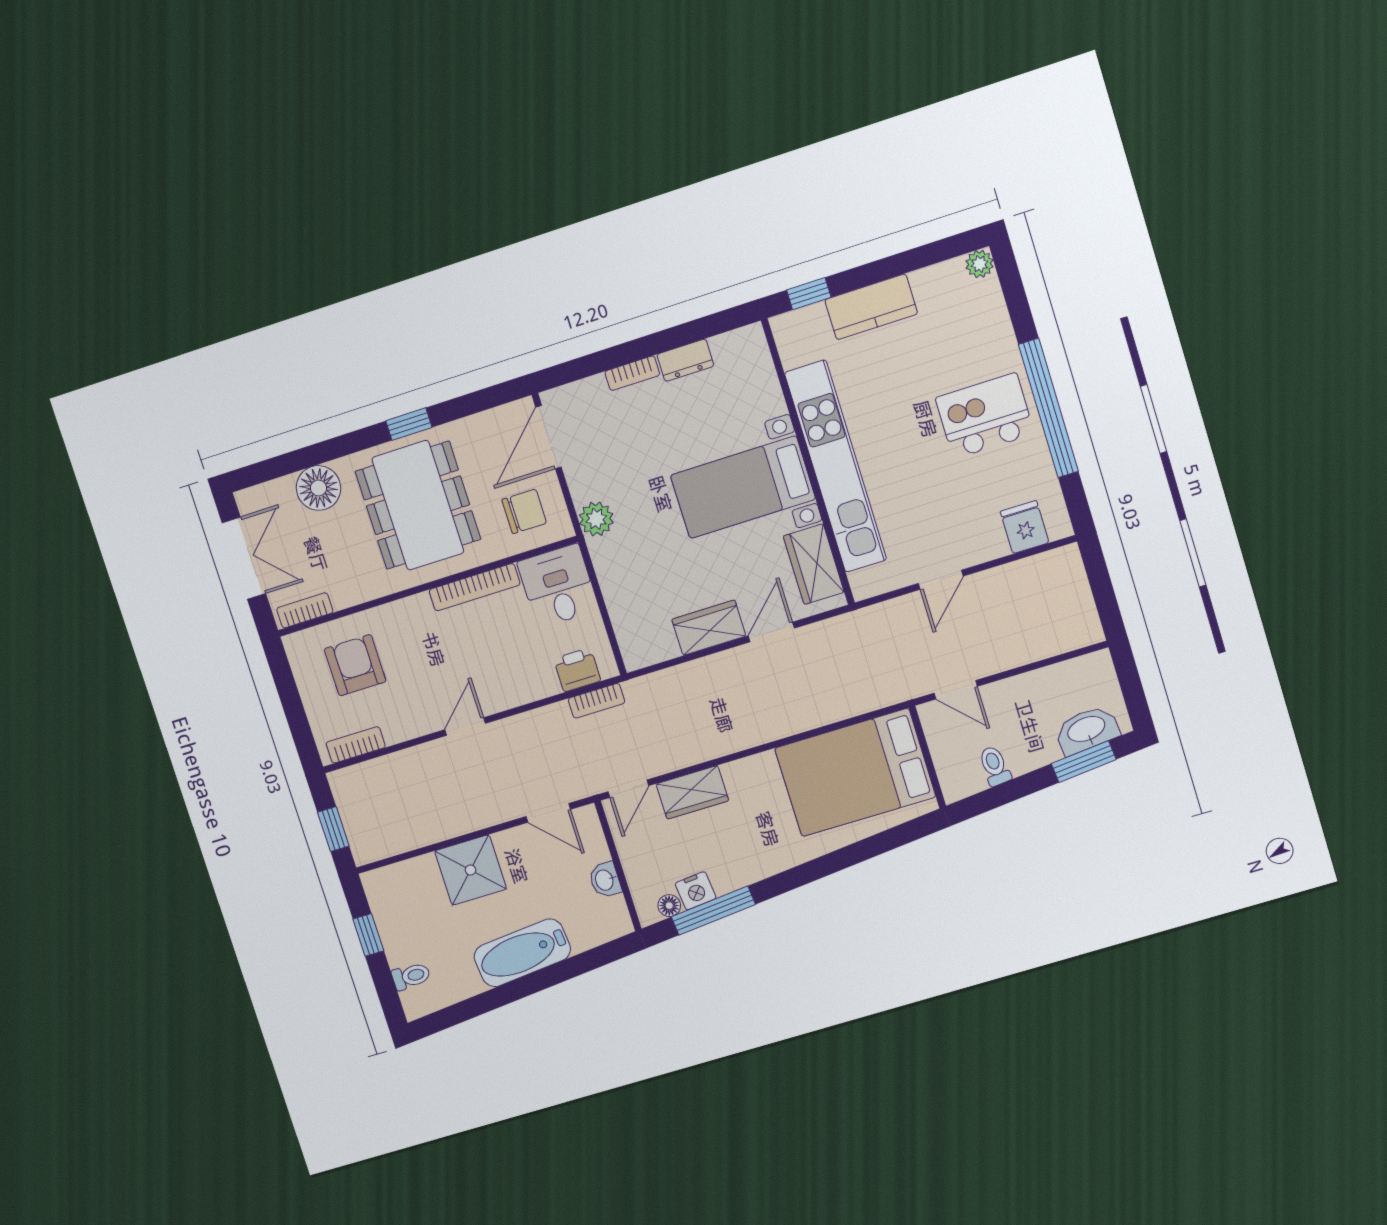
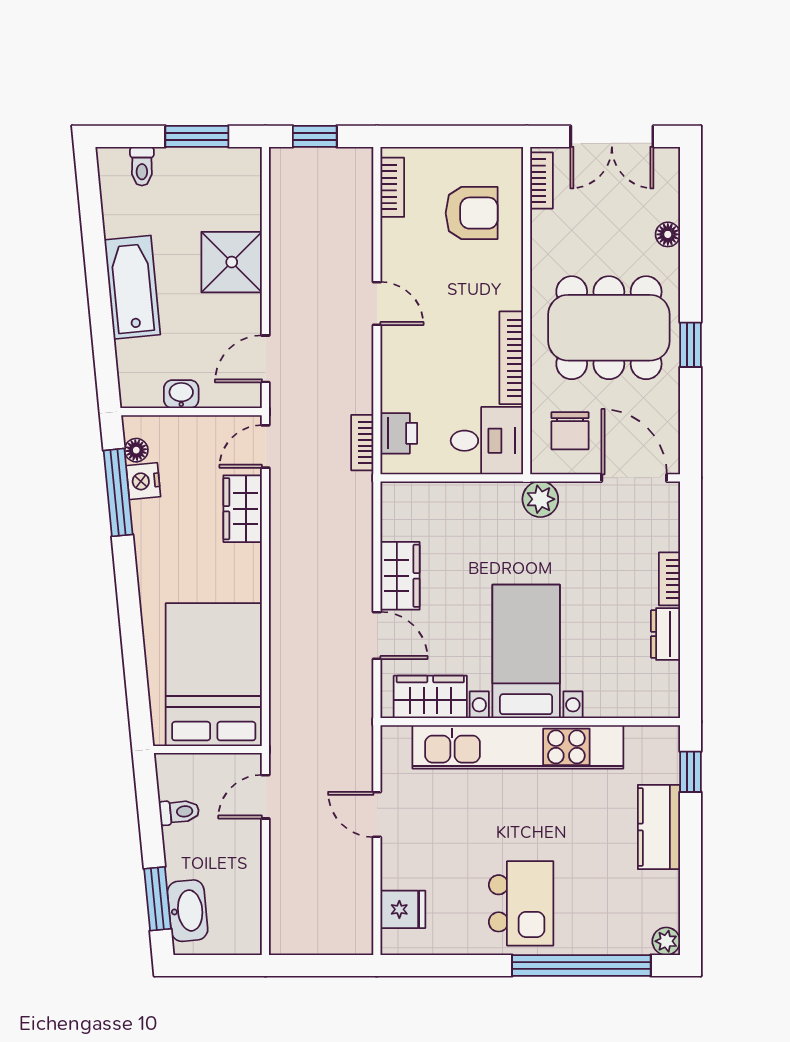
window: (1048, 408) -> (581, 965), moved
floor lamp: (318, 488) -> (668, 234), width x0.53, depth x0.53
door: (628, 789) -> (265, 446), hinge flipped
window: (368, 935) -> (197, 136), width x1.50

